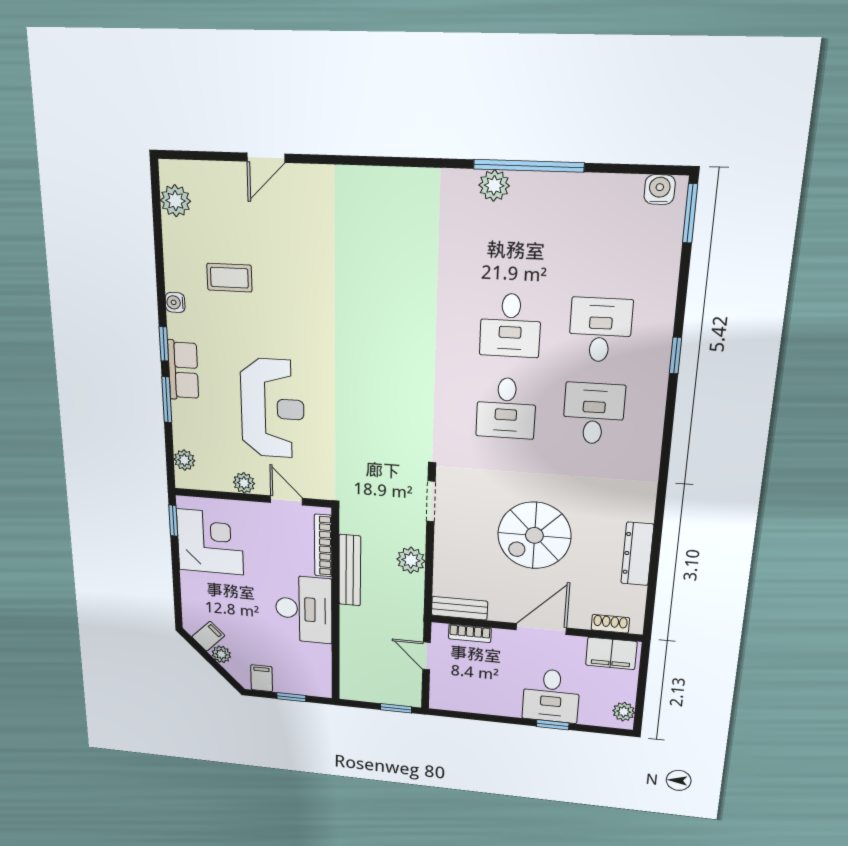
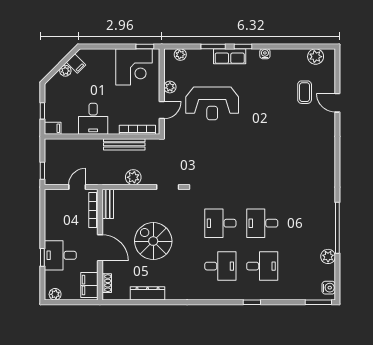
plant: (494, 185) -> (328, 256), moved
coffee table: (229, 278) -> (305, 92), moved
desk: (304, 609) -> (93, 119), width x0.73
bookcase: (470, 633) -> (93, 210), width x1.56
filing cabinet: (262, 678) -> (53, 128), moved

